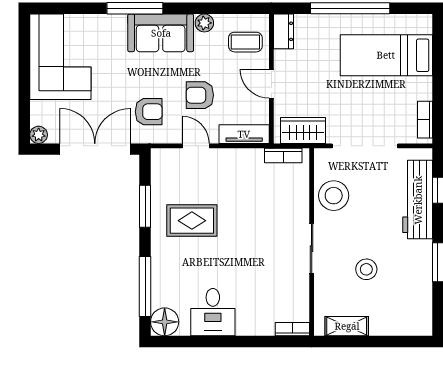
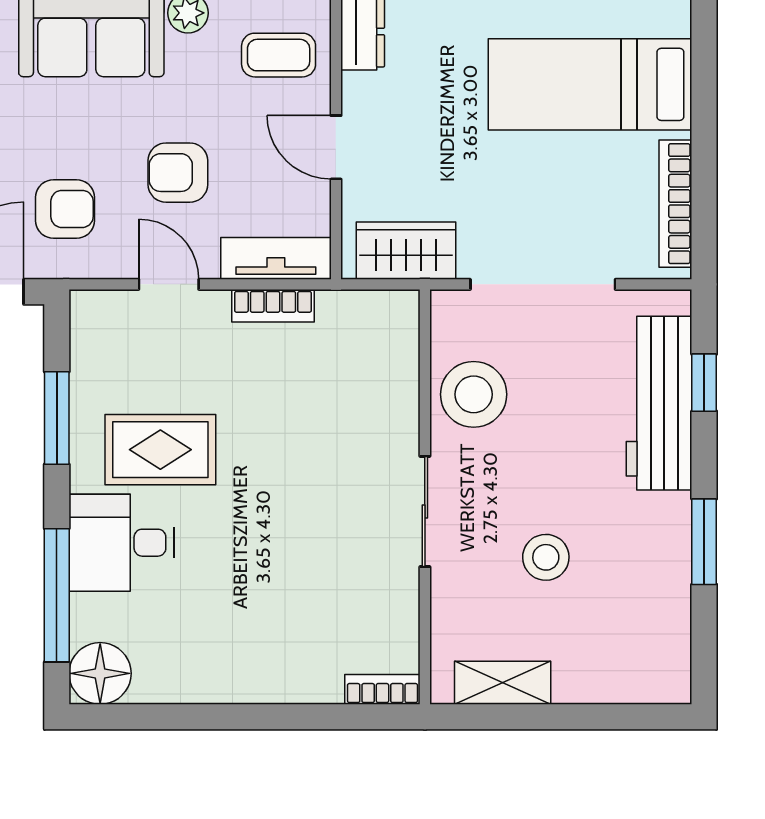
bookcase: (425, 120) -> (675, 204), width x1.56
bookcase: (283, 155) -> (273, 306), moved
desk: (213, 312) -> (122, 543), moved, turned 90

